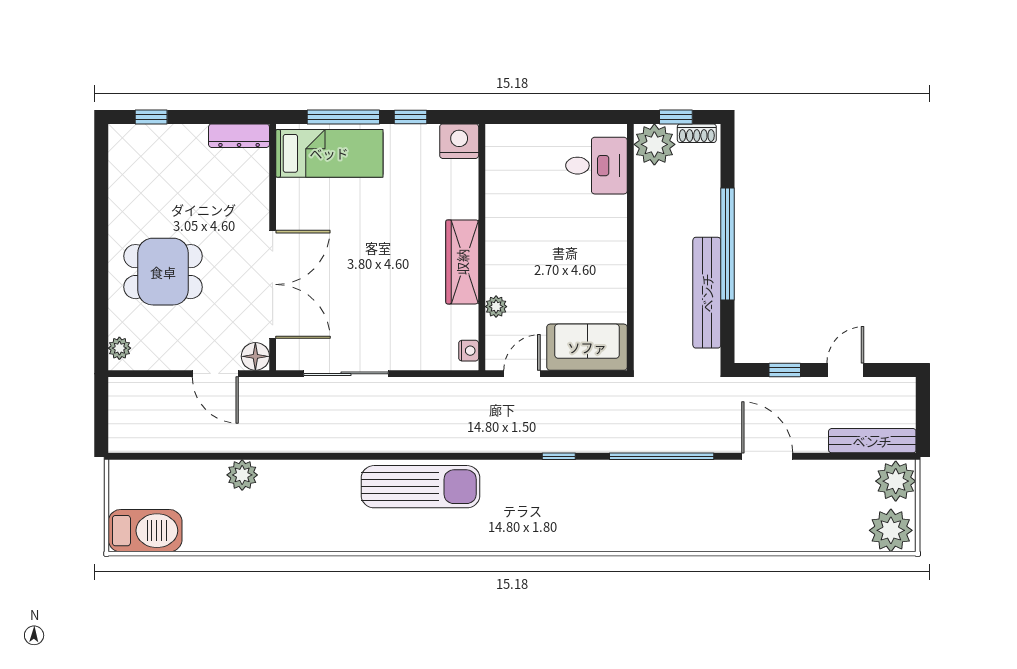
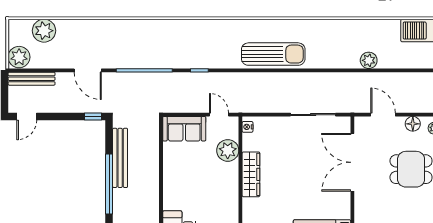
plant: (496, 307) -> (228, 150), width x1.88, depth x1.88
floor lamp: (255, 356) -> (413, 124), moved
window: (785, 370) -> (93, 116), moved
door: (845, 370) -> (27, 116), moved
door: (522, 374) -> (219, 115), swing flipped
sun lounger: (420, 487) -> (273, 54), turned 180
plant: (891, 530) -> (44, 31), moved

